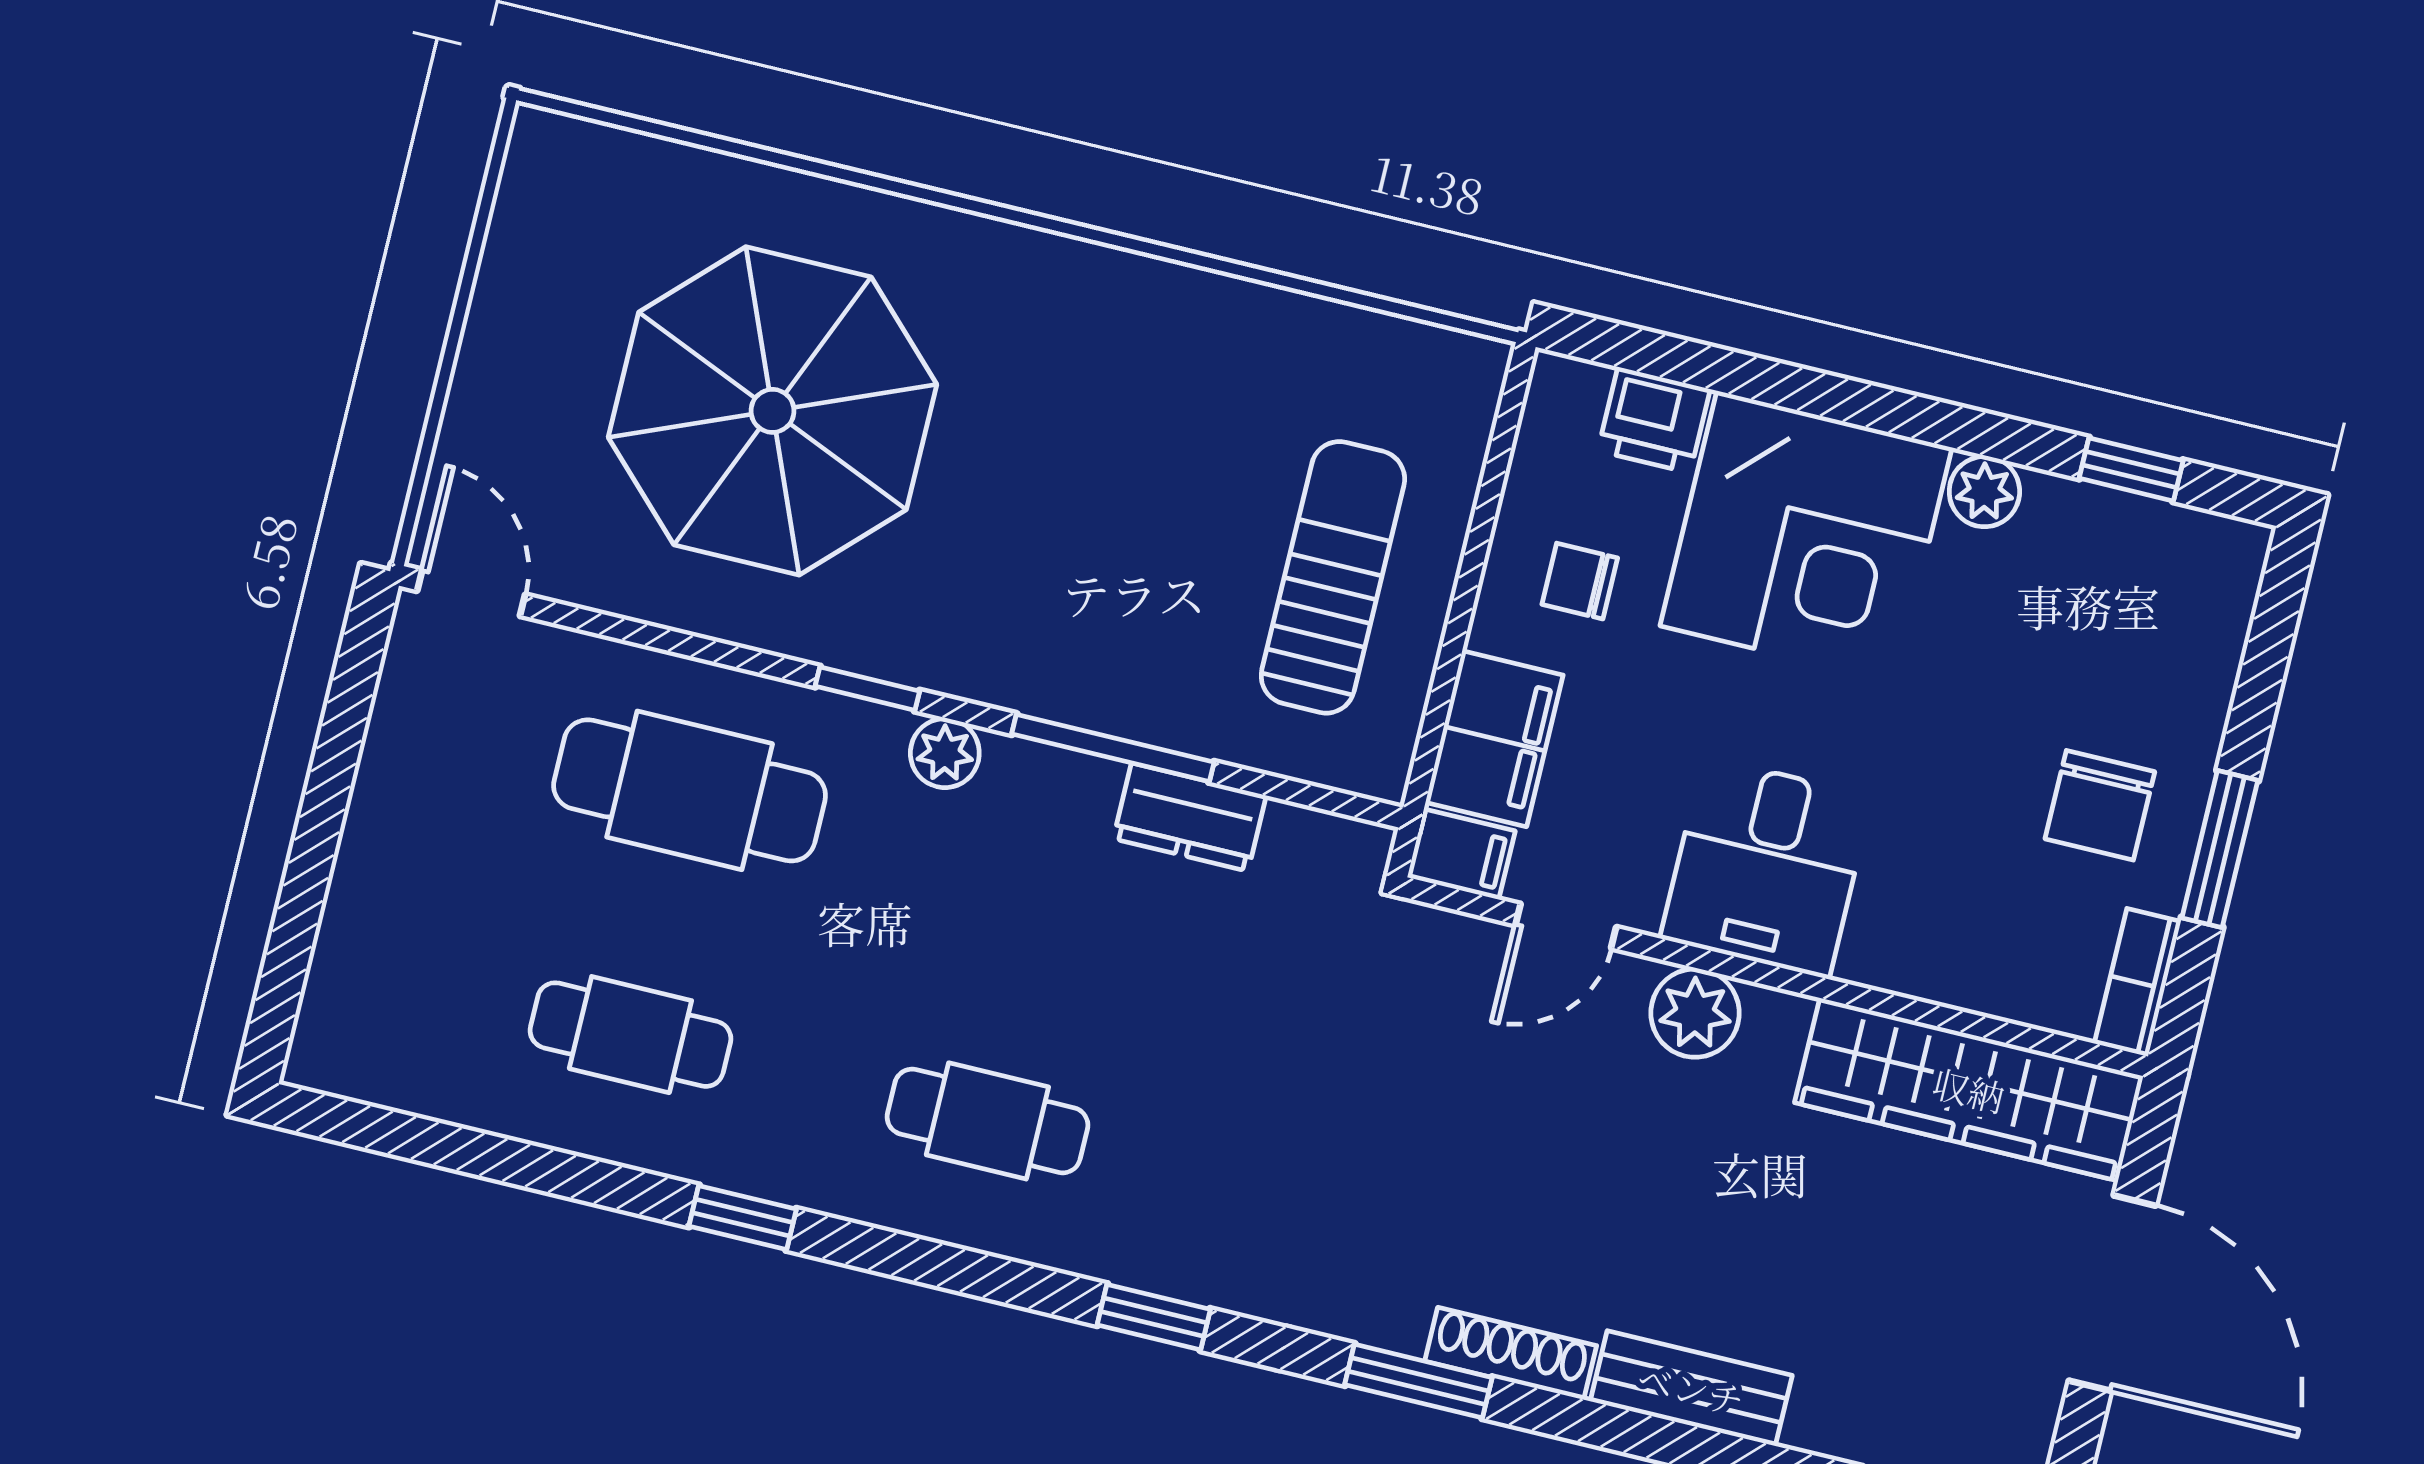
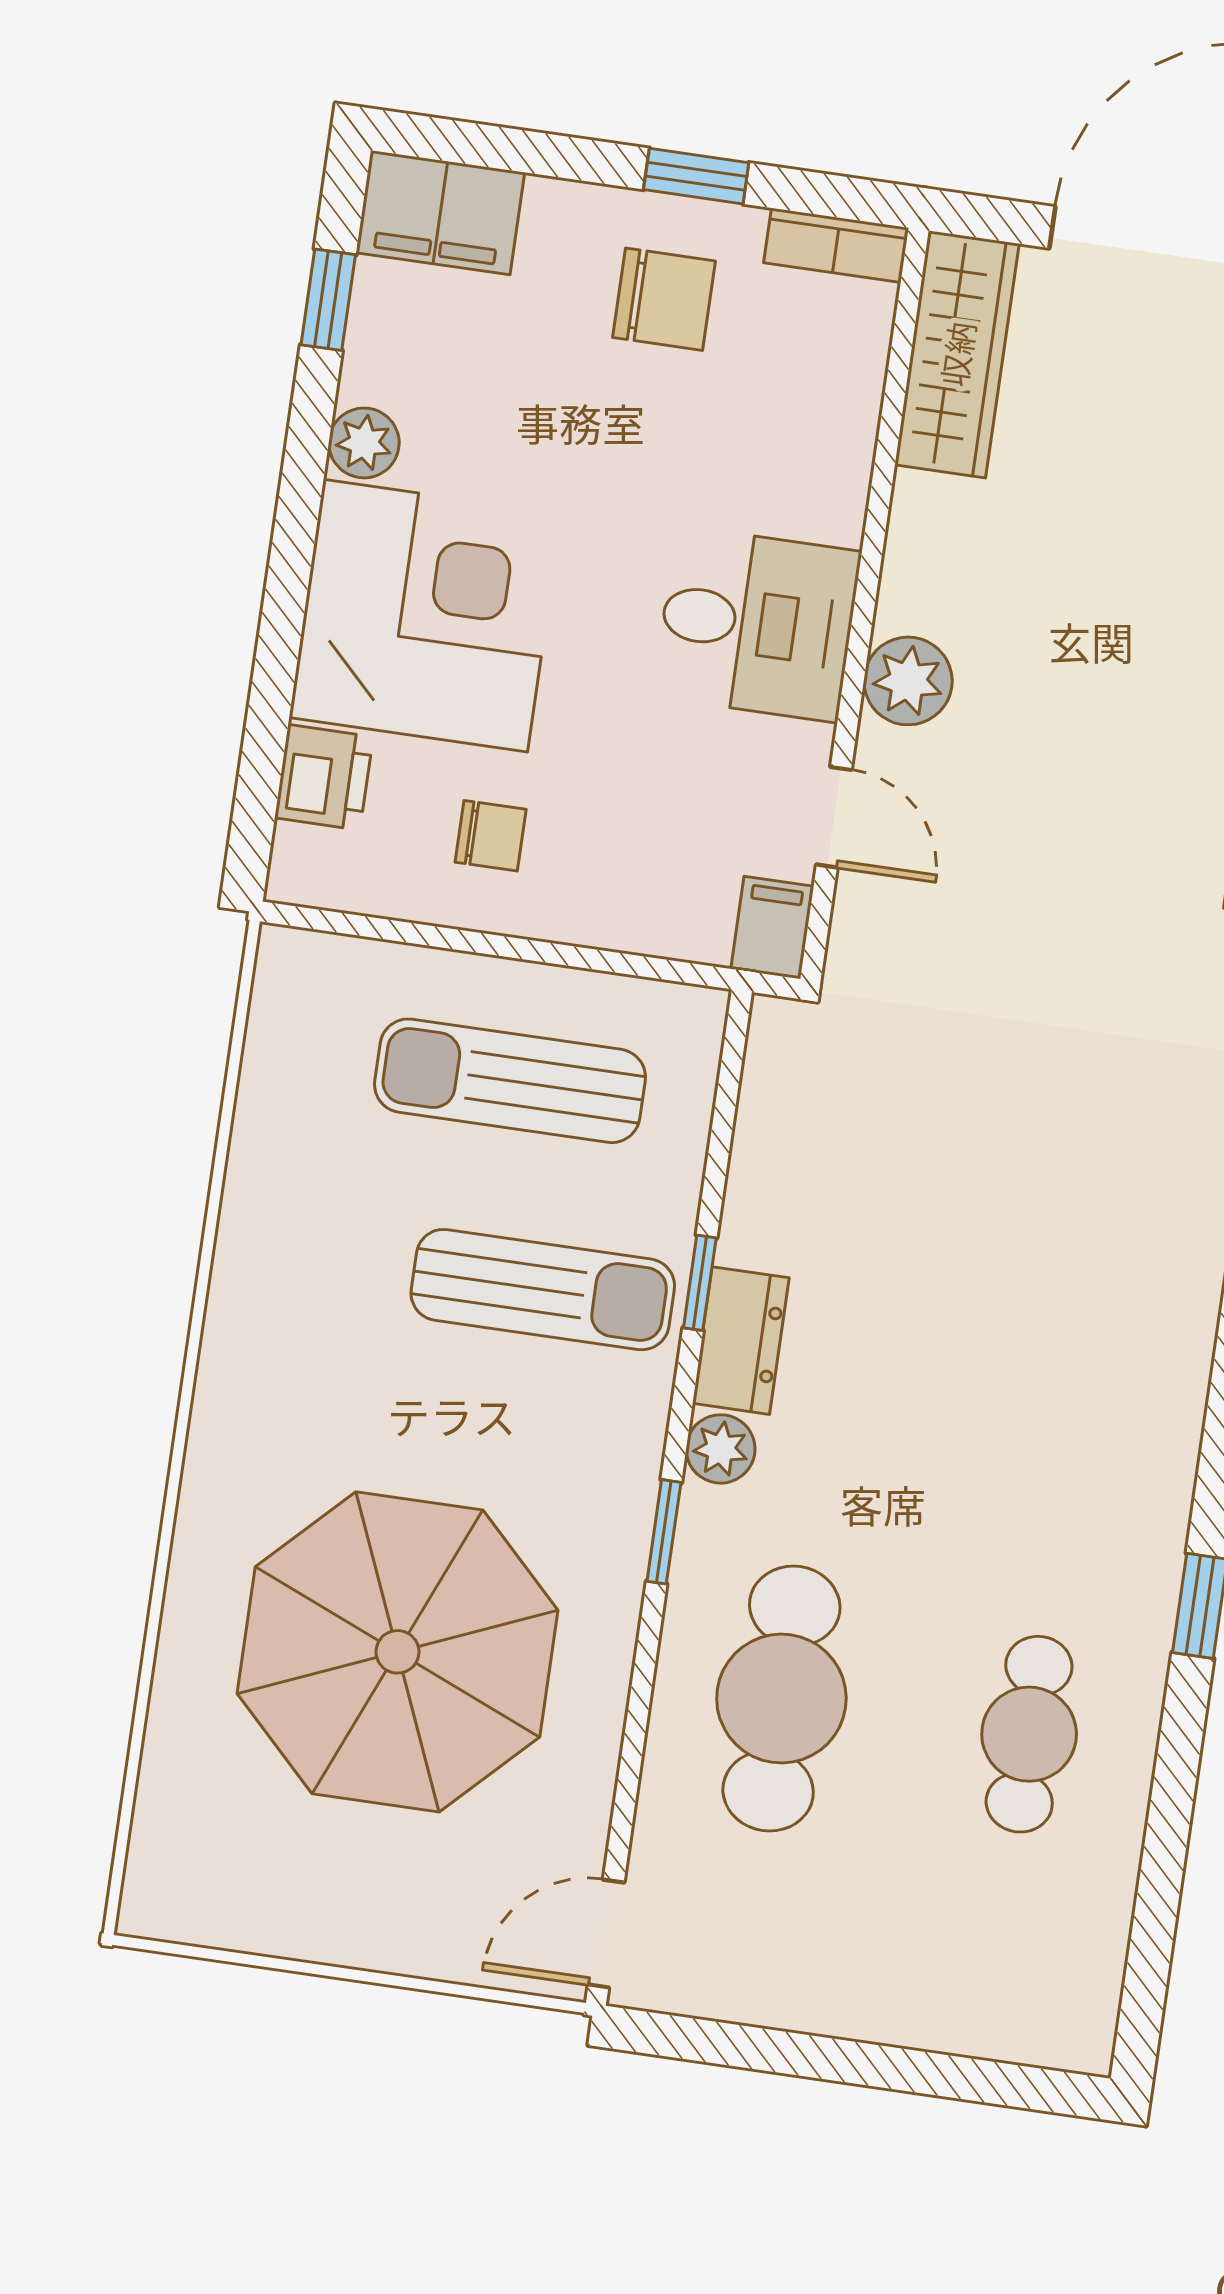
chair: (1580, 581) -> (491, 836), turned -90
sun lounger: (1121, 590) -> (543, 1290), added
filing cabinet: (1494, 739) -> (440, 213), moved, turned 180
window: (1113, 748) -> (700, 1283), width x0.46
dresser: (1190, 817) -> (741, 1341), moved
window: (2220, 849) -> (696, 176), width x0.67
wardrobe: (1969, 1089) -> (957, 354), width x0.71, depth x0.85
cafe table: (987, 1121) -> (1081, 1372), removed

